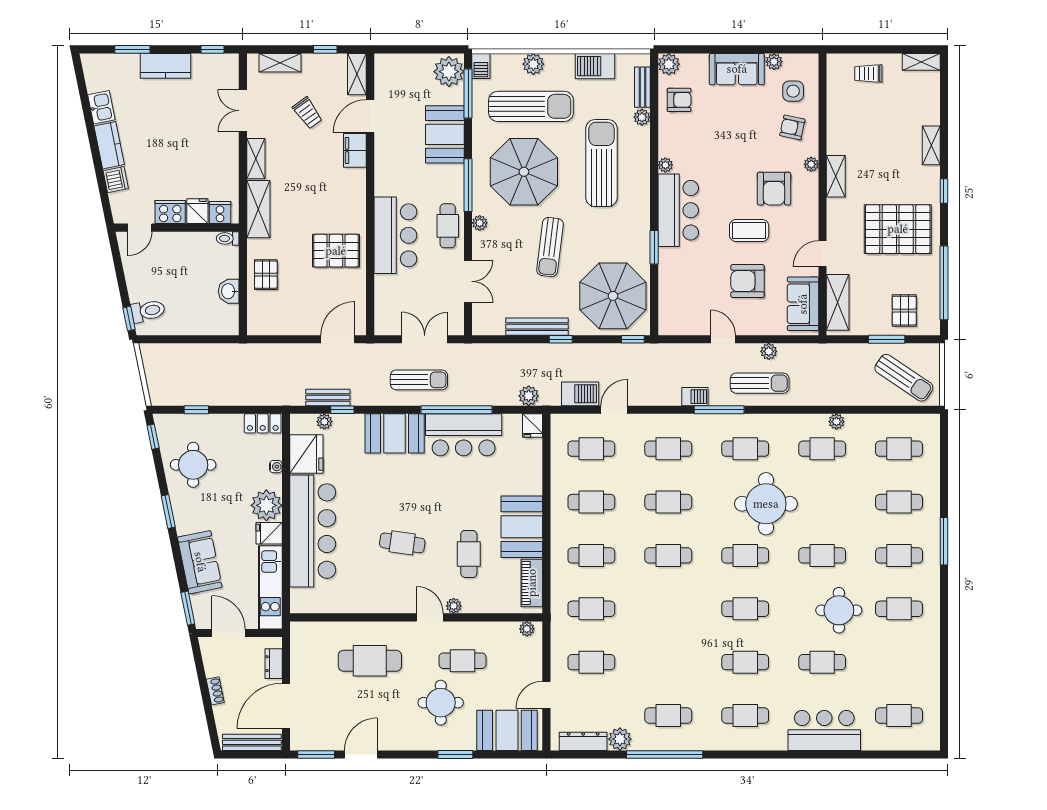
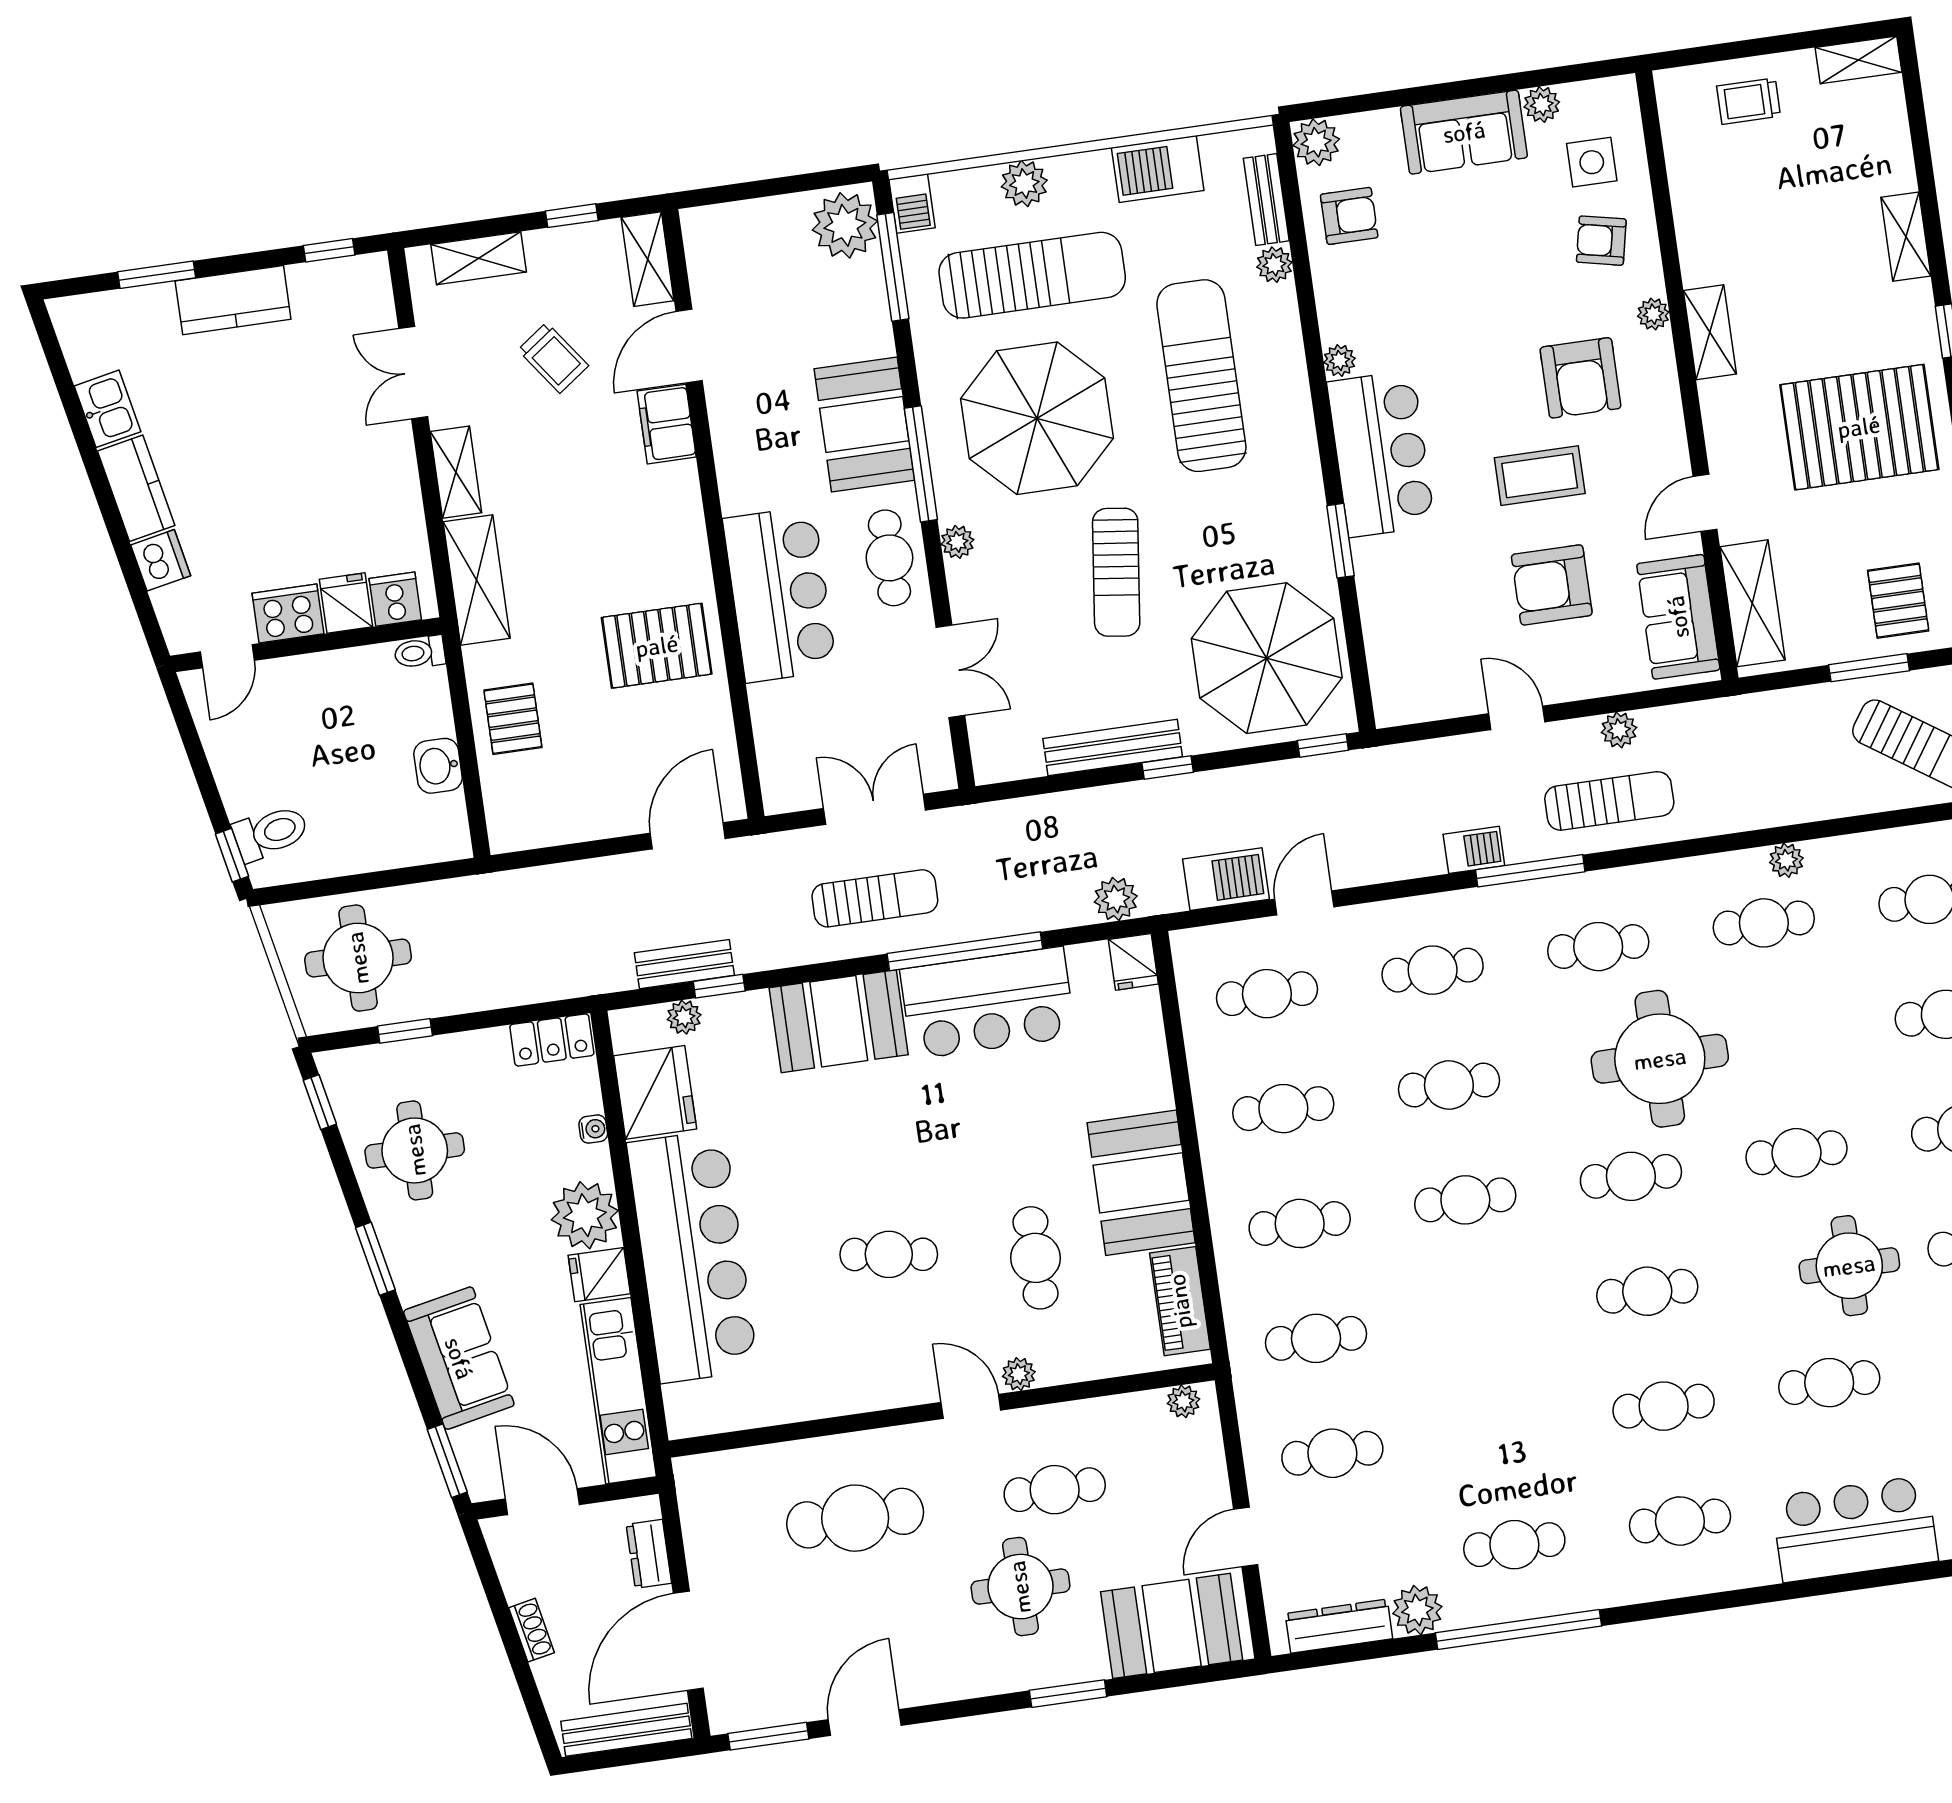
booth: (445, 134) -> (864, 424), moved
round table: (180, 374) -> (358, 958), added

